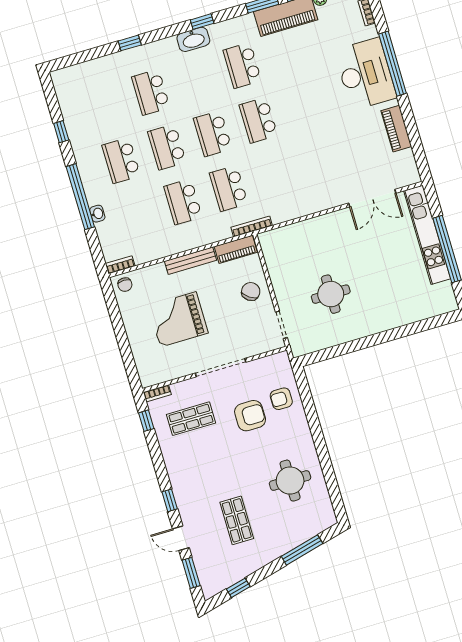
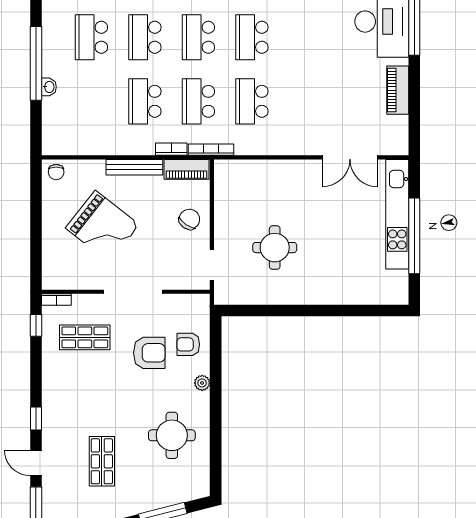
school desk: (274, 175) -> (252, 101), added
bookcase: (120, 265) -> (171, 149), moved
grand piano: (178, 319) -> (102, 226), turned -142
plant: (303, 428) -> (202, 383), added

